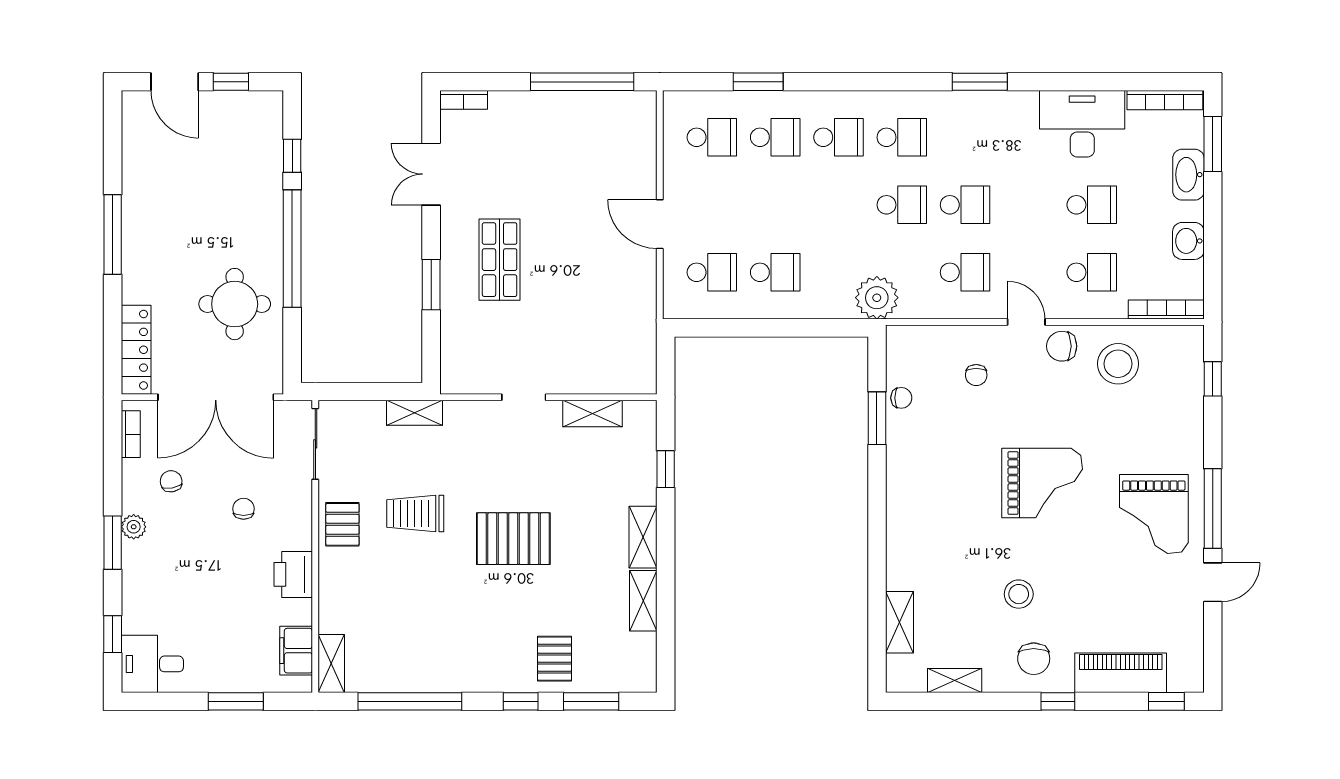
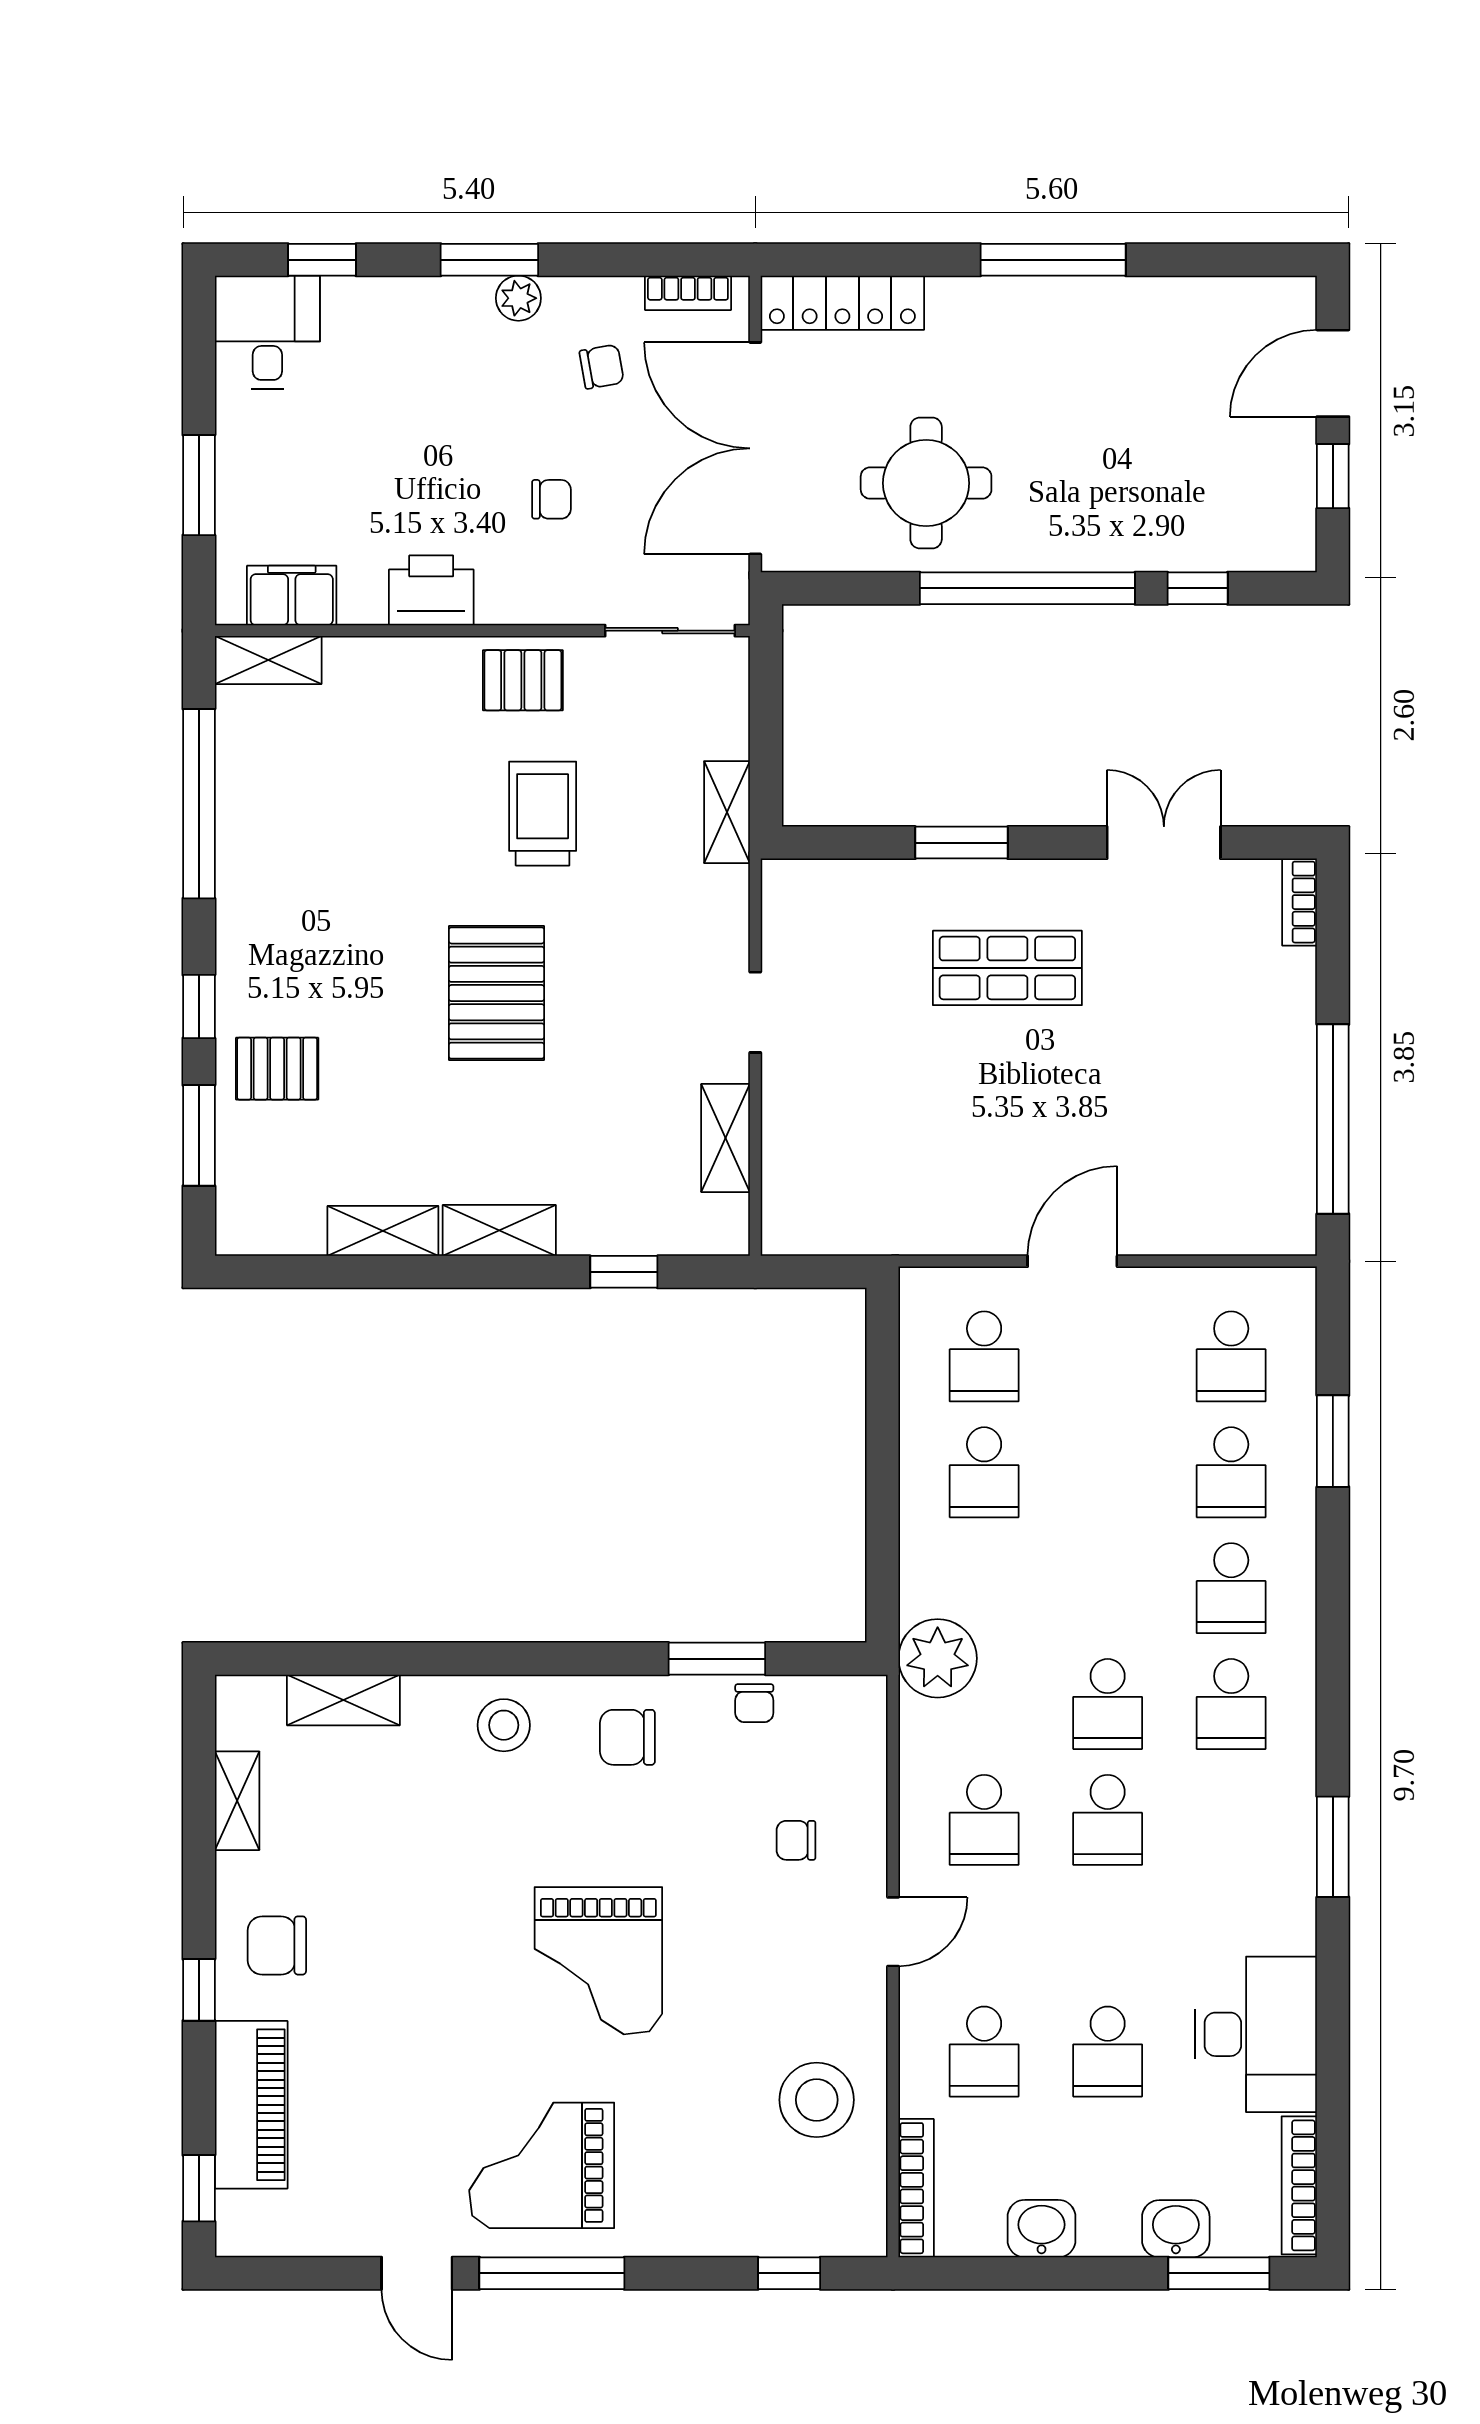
washbasin: (1188, 175) -> (1176, 2229), width x0.72
chair: (1062, 346) -> (627, 1737), moved, turned -90
stool: (1019, 594) -> (504, 1725), moved

